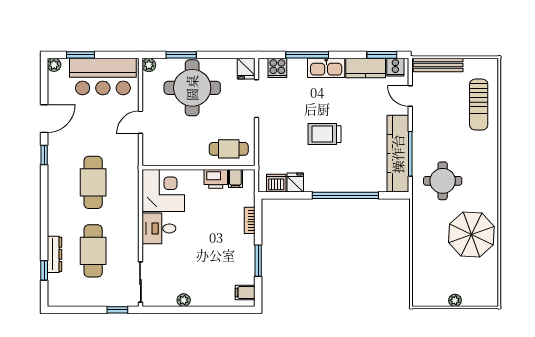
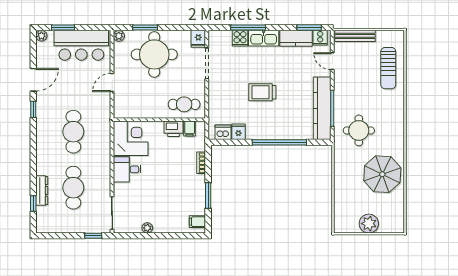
cooker: (277, 68) -> (240, 38), moved
plant: (455, 300) -> (369, 224), width x1.88, depth x1.88

